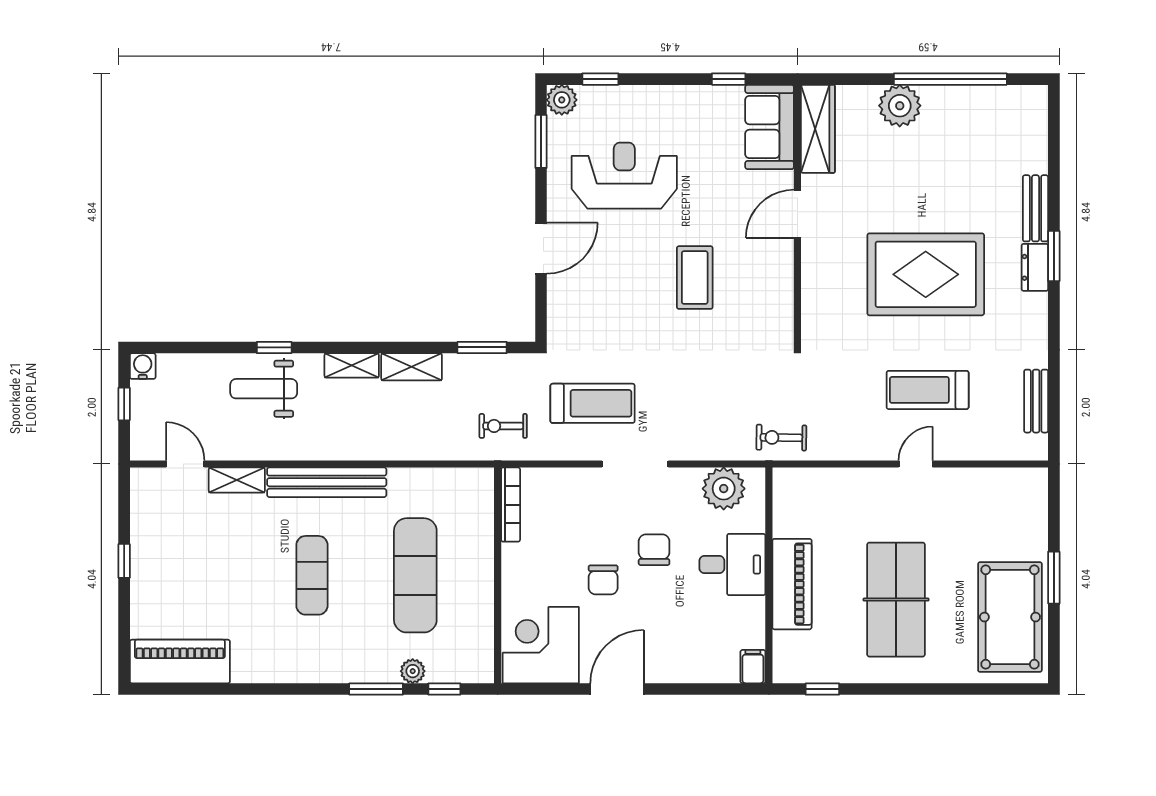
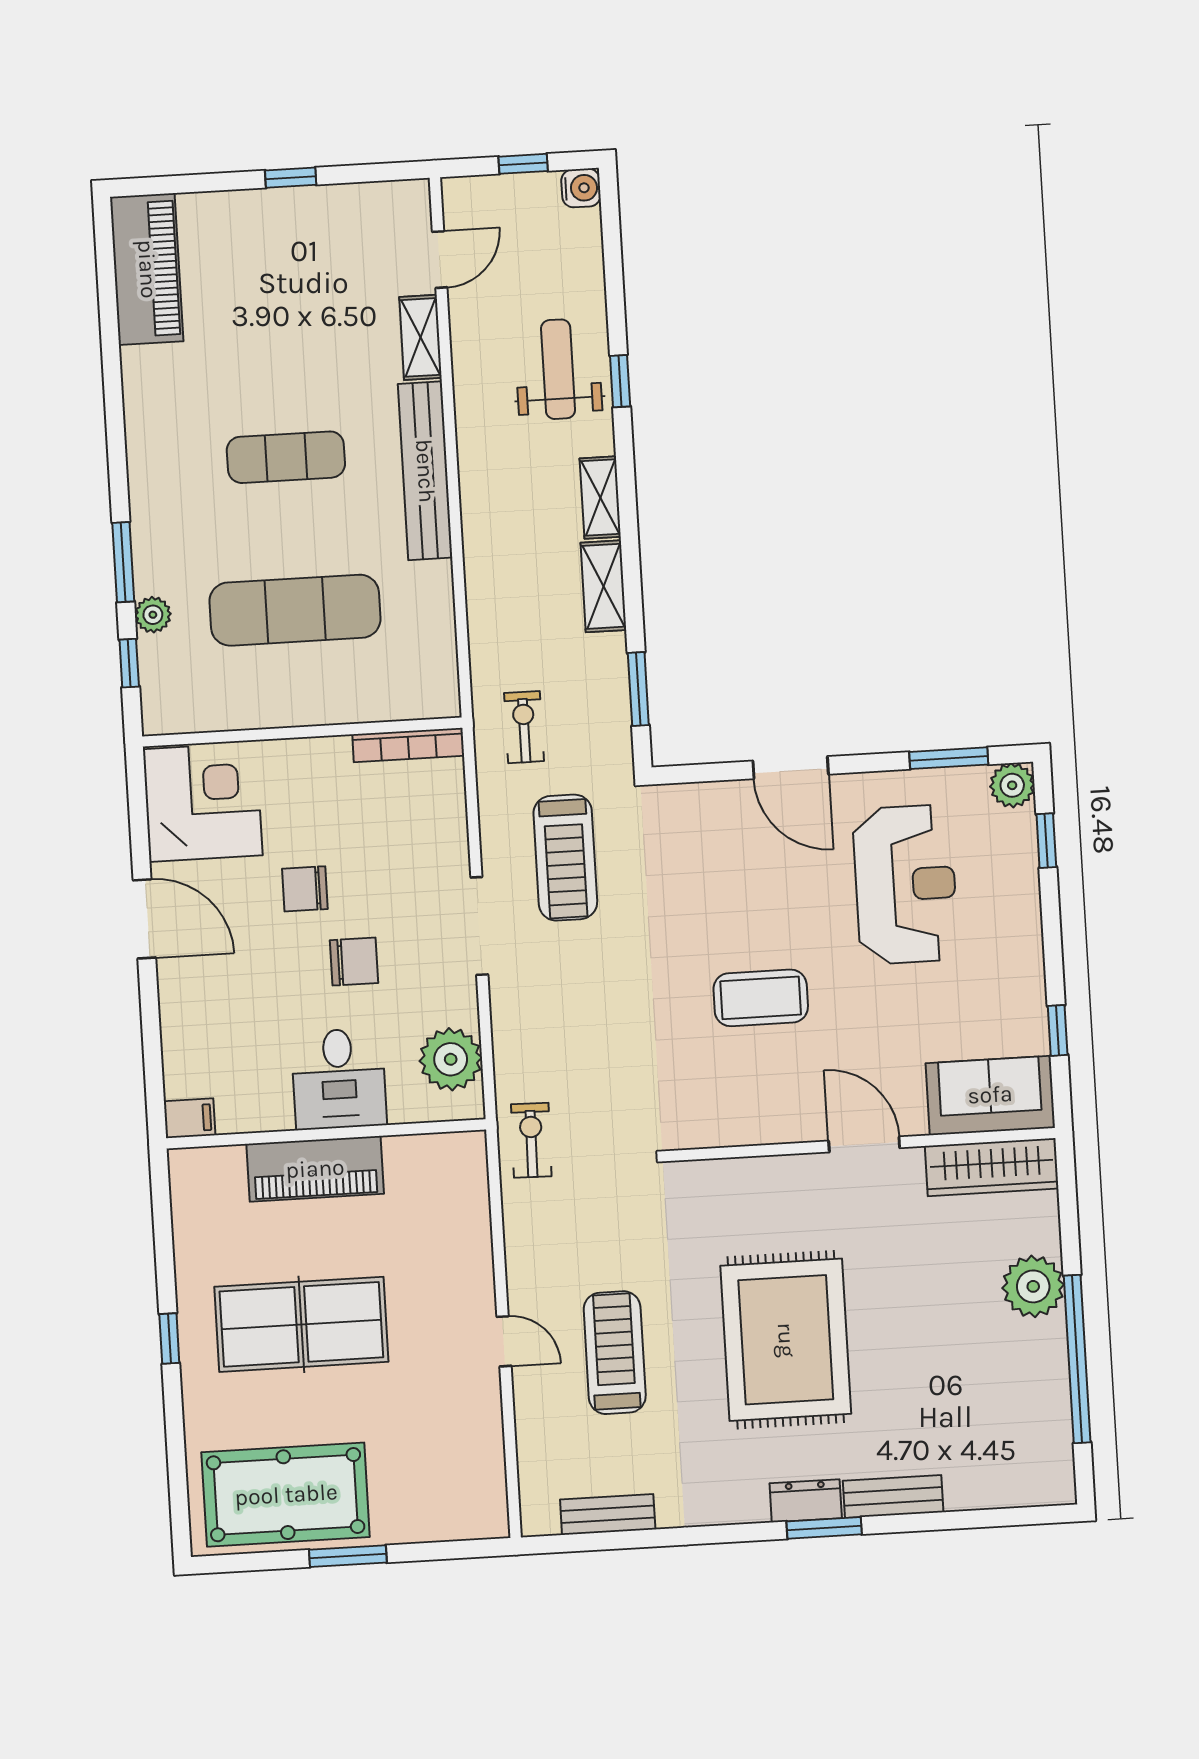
window: (822, 689) -> (169, 1338), moved

